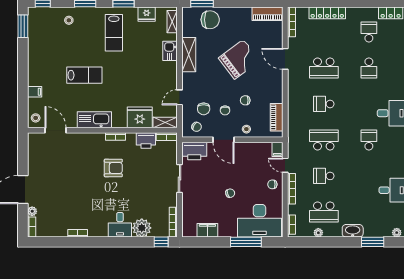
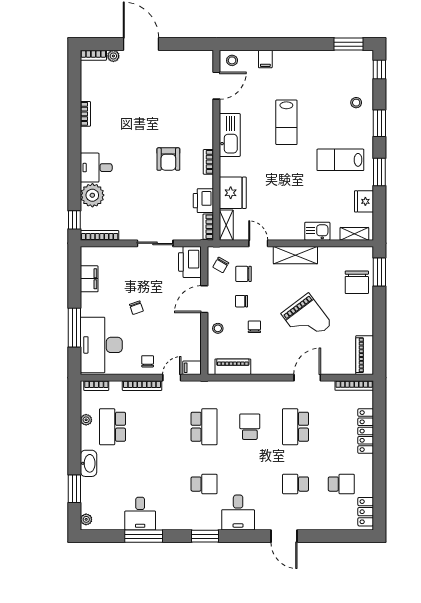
shelving: (189, 55) -> (295, 255), moved
school desk: (324, 176) -> (158, 427), removed

